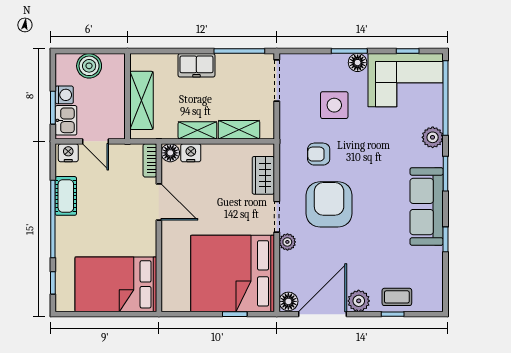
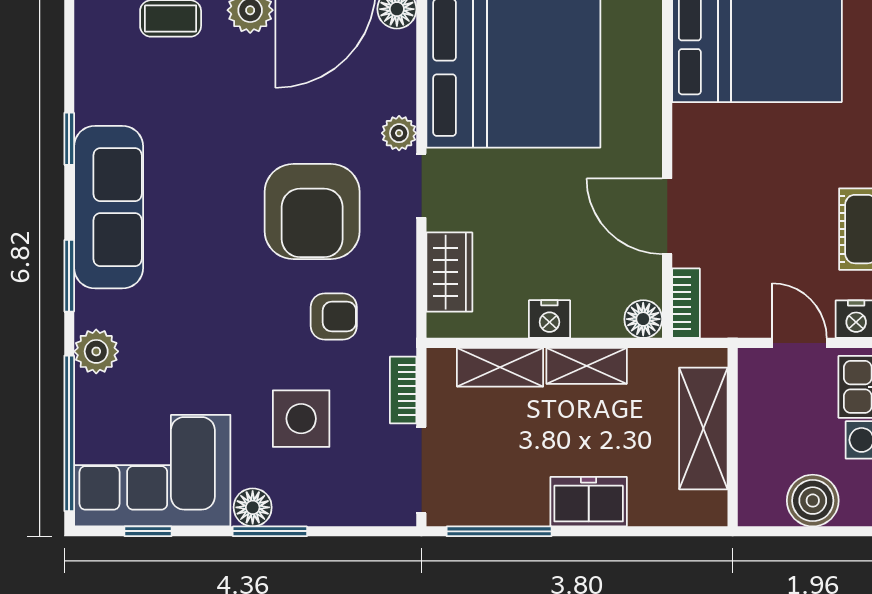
bookcase: (285, 119) -> (403, 390), added
nightstand: (191, 153) -> (549, 319), moved

